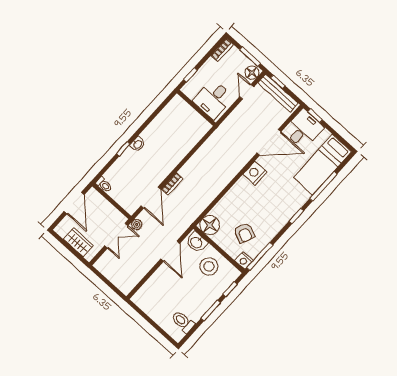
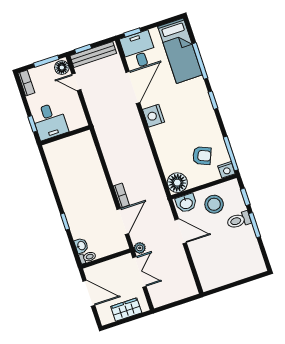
desk: (213, 99) -> (50, 121), moved
washbasin: (138, 144) -> (81, 246), moved
door: (151, 197) -> (123, 222), hinge flipped
toilet: (183, 322) -> (239, 220), moved

